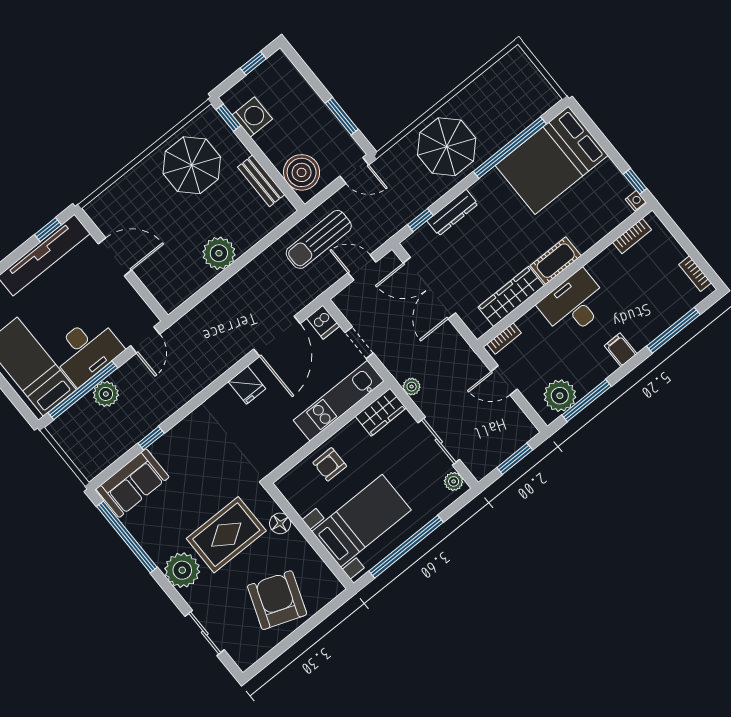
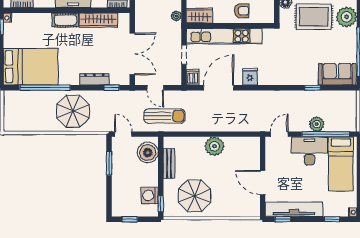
kitchen unit: (339, 401) -> (224, 36), width x1.36

